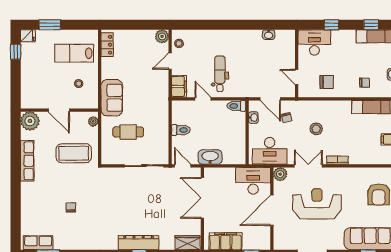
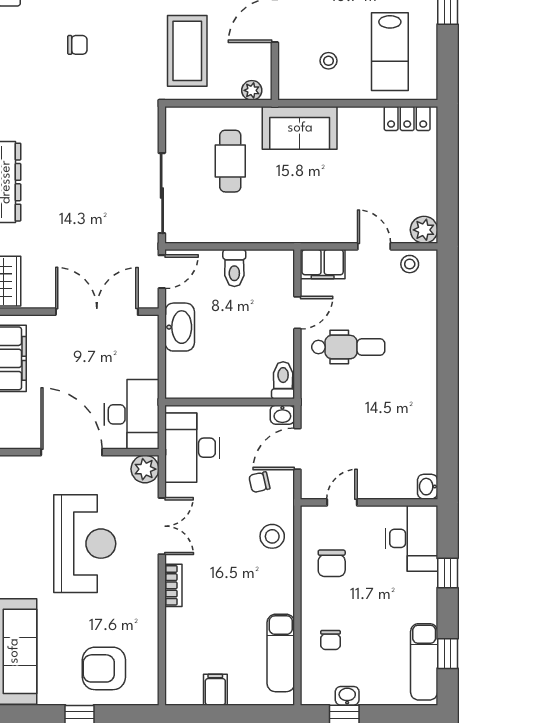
washbasin: (269, 35) -> (428, 487), moved
lab bench: (74, 53) -> (390, 52), turned 180
washbasin: (253, 118) -> (282, 415), moved
stool: (316, 129) -> (272, 536), moved

